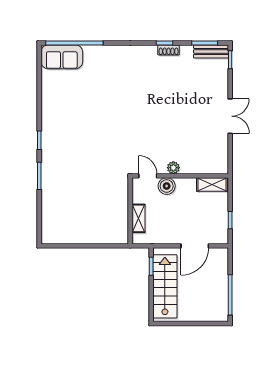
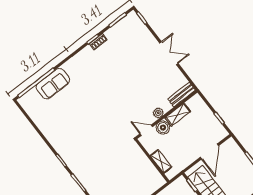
bench: (211, 51) -> (182, 94), moved
sofa: (62, 57) -> (53, 84), moved
shelving: (212, 185) -> (178, 115), moved

